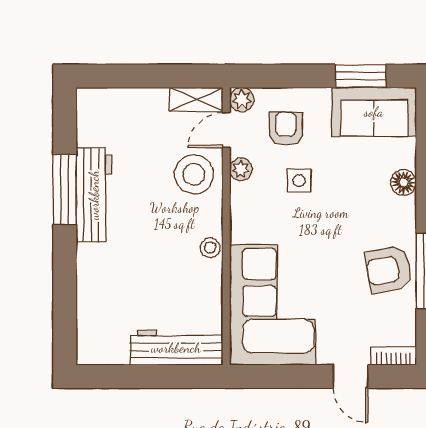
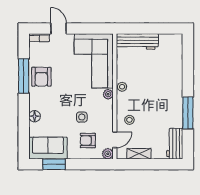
shelving: (196, 99) -> (139, 154), moved
armchair: (286, 129) -> (88, 141), turned 90
plant: (241, 169) -> (108, 94), moved
stool: (194, 174) -> (129, 120), width x0.53, depth x0.53
workbench: (94, 195) -> (175, 144), moved, width x0.73
armchair: (389, 270) -> (41, 77), turned 101

